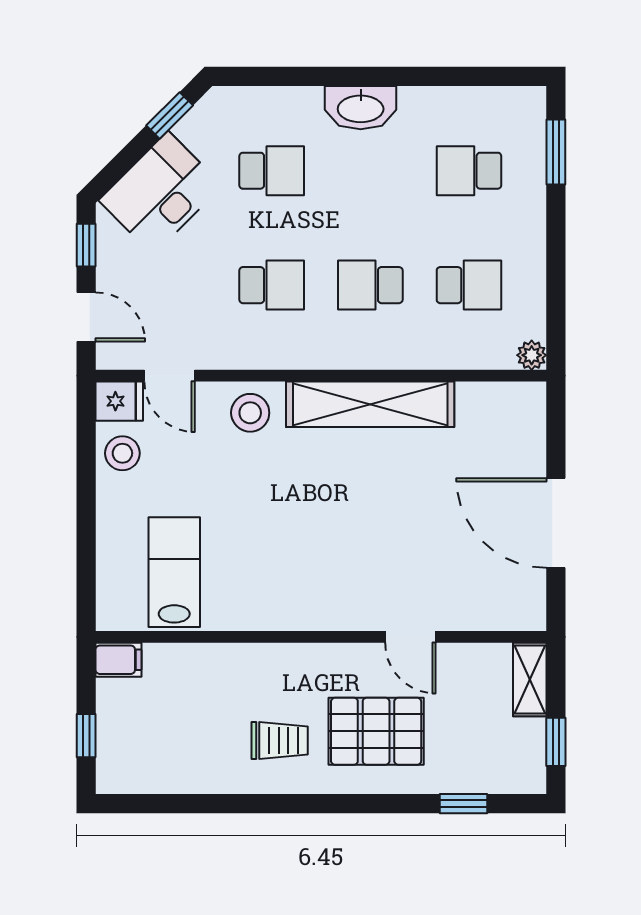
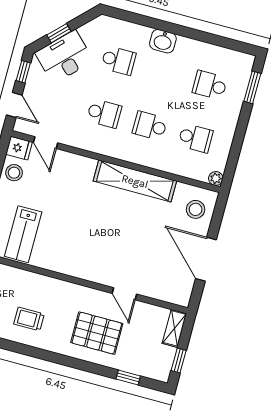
washbasin: (361, 108) -> (163, 41), width x0.72
window: (170, 115) -> (59, 33), moved
stool: (250, 413) -> (196, 209), moved
lab bench: (174, 572) -> (23, 234), turned 180
trolley: (280, 741) -> (29, 319), moved, turned 180

